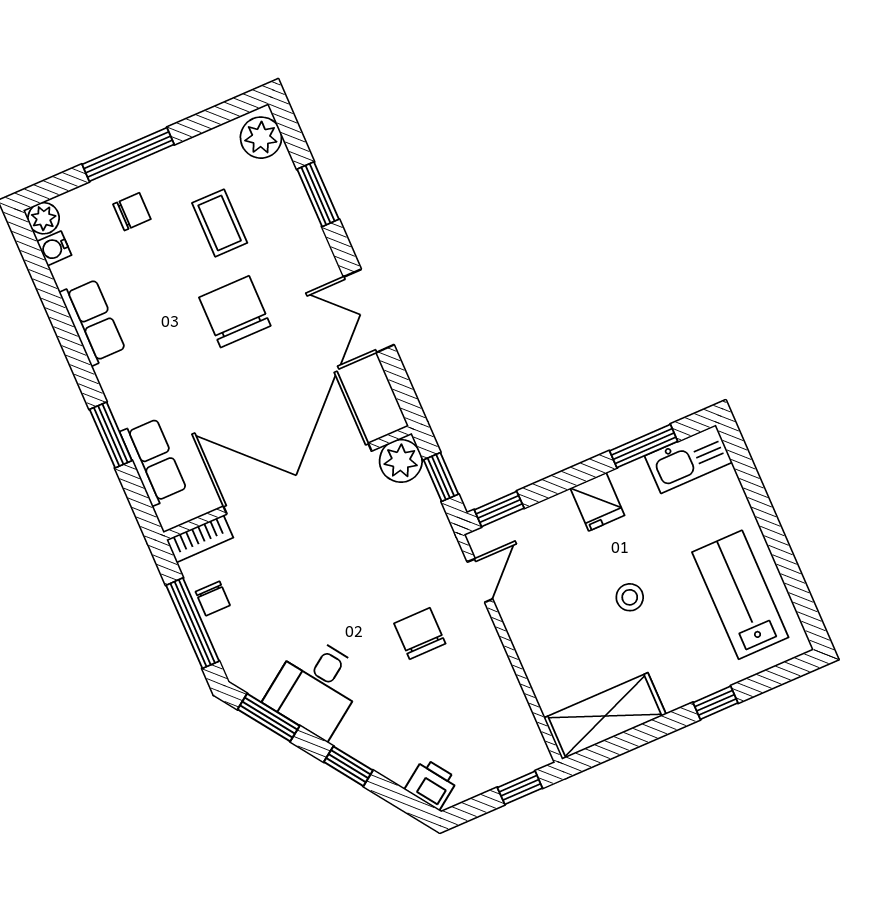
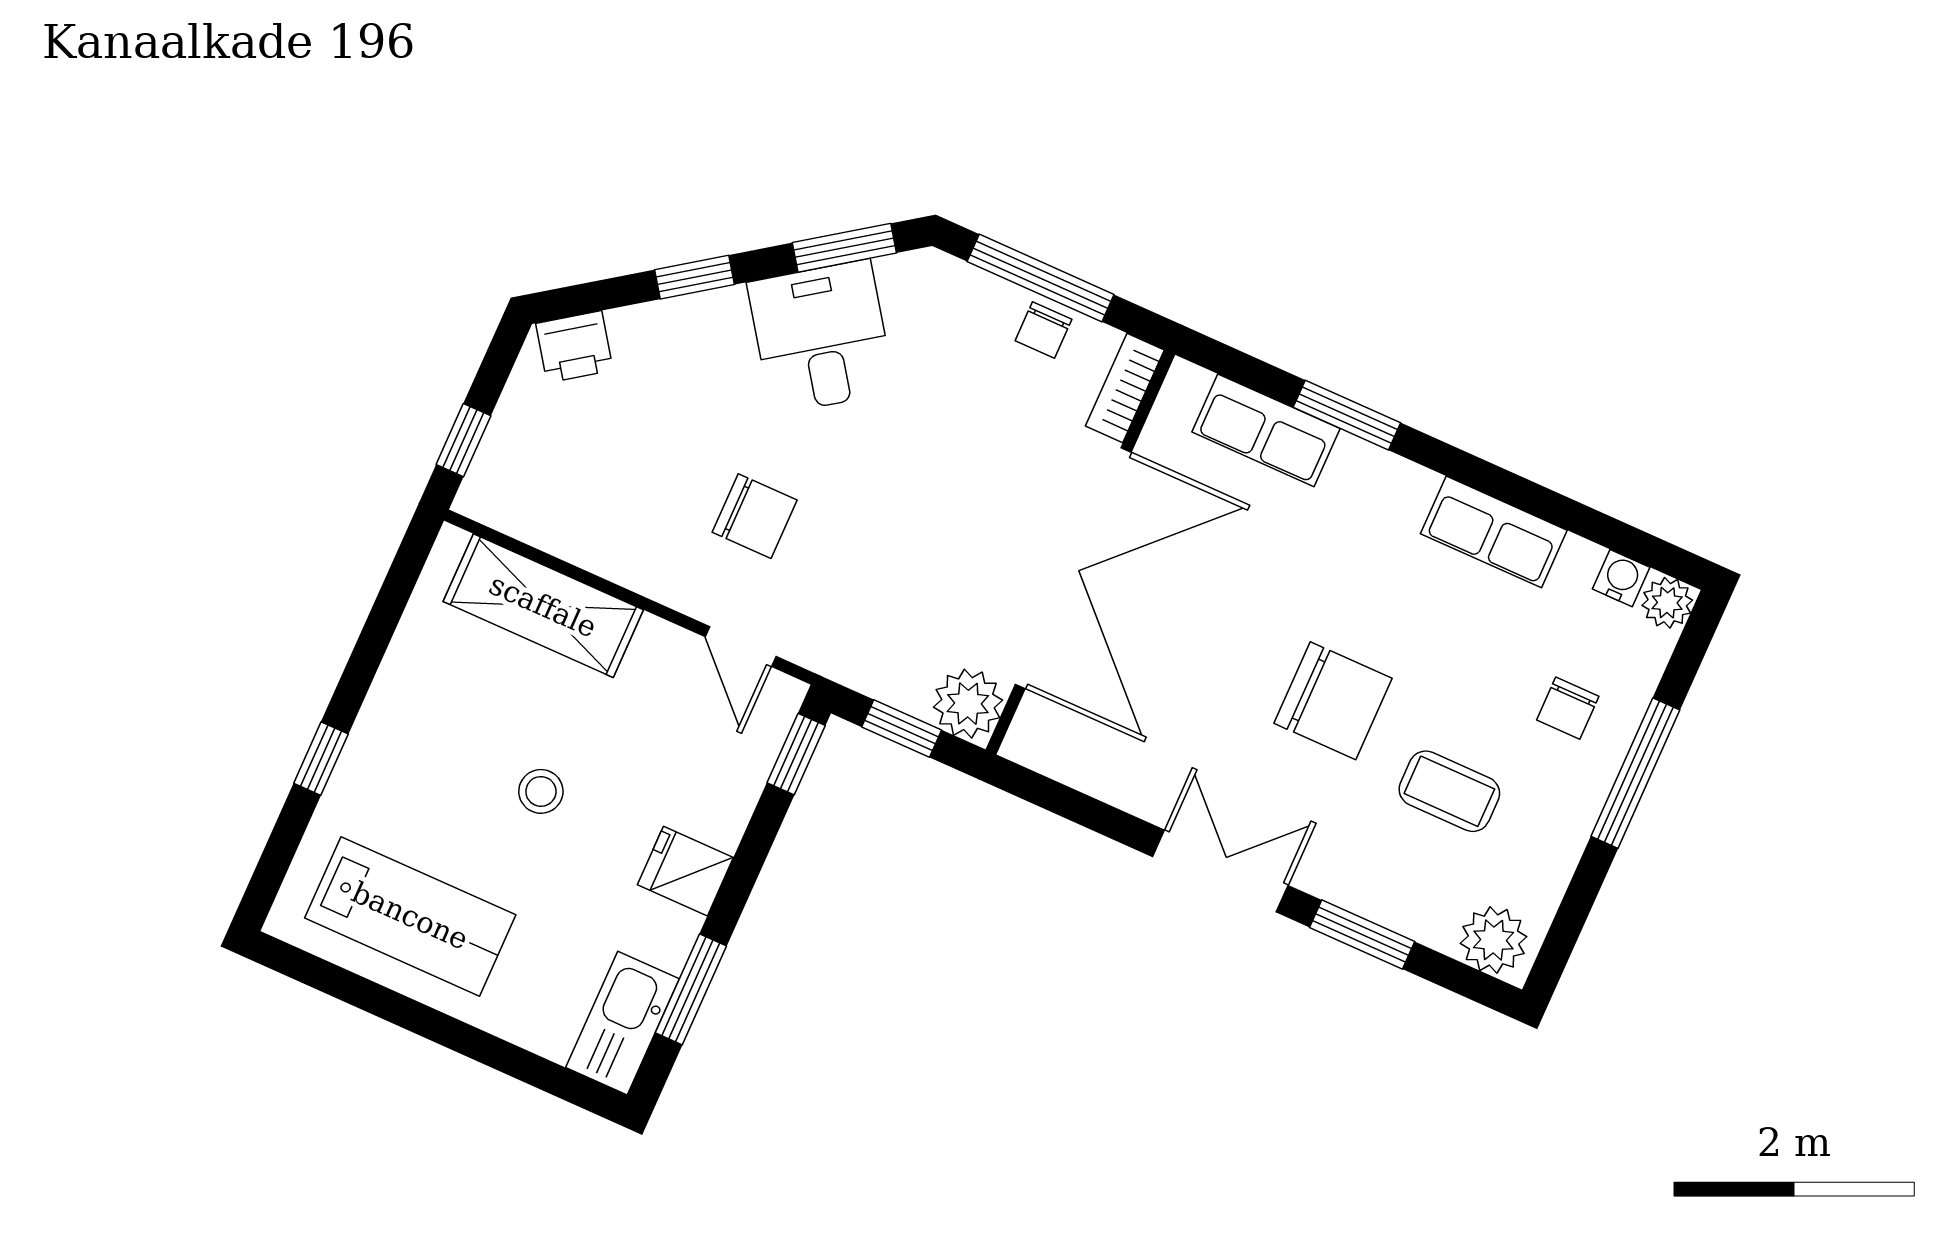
double door: (369, 311) -> (1220, 871), moved
chair: (213, 598) -> (1043, 330), turned -90
shelving: (605, 716) -> (543, 606), moved, turned 90

